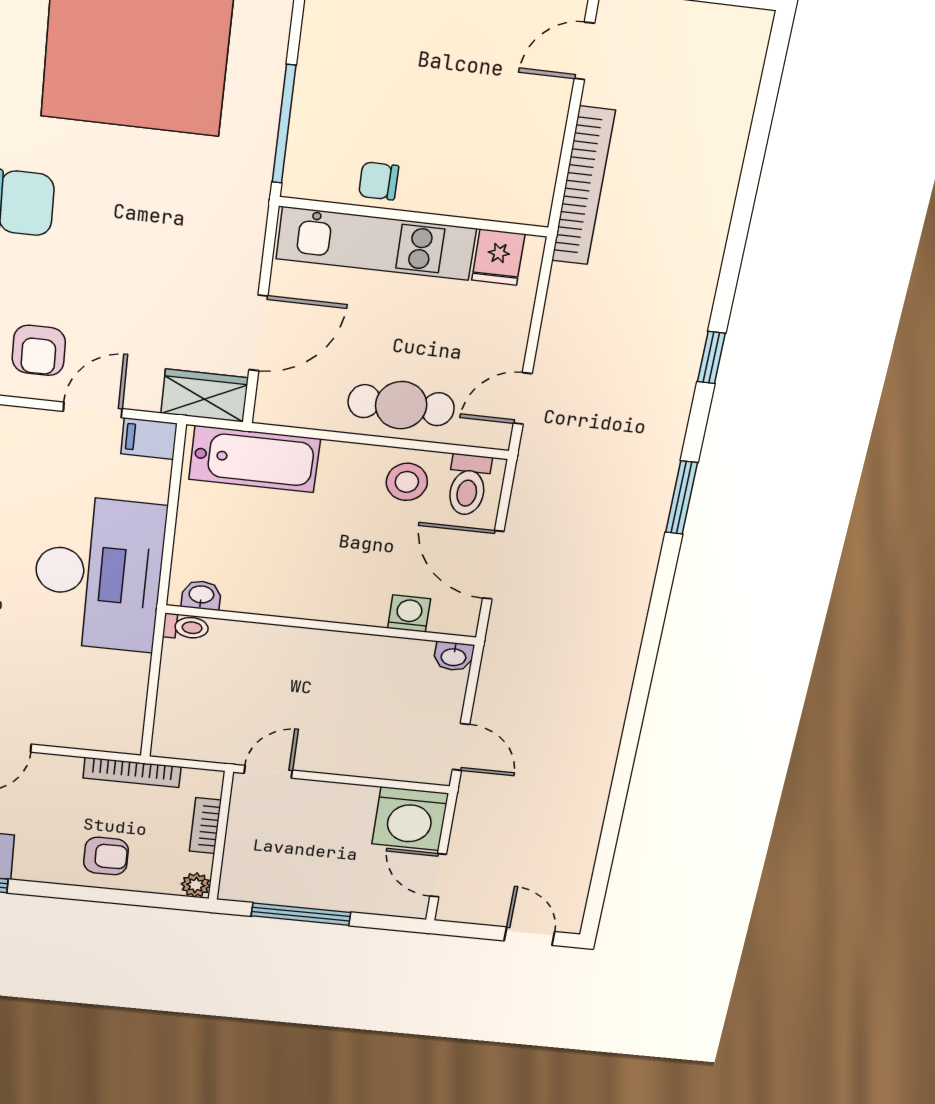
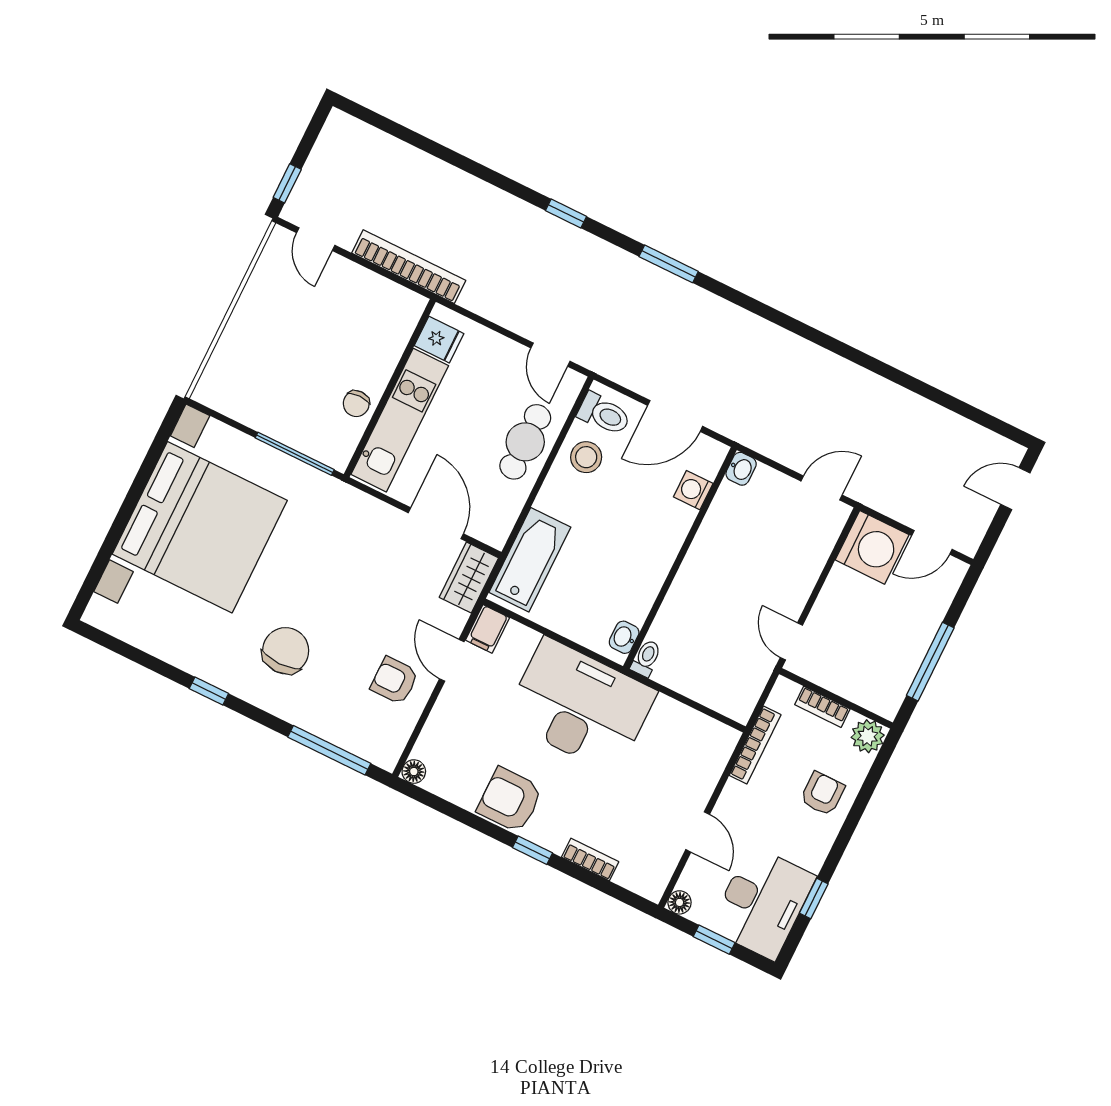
armchair: (39, 350) -> (394, 681), turned 180
plant: (196, 885) -> (868, 736), width x1.38, depth x1.38

